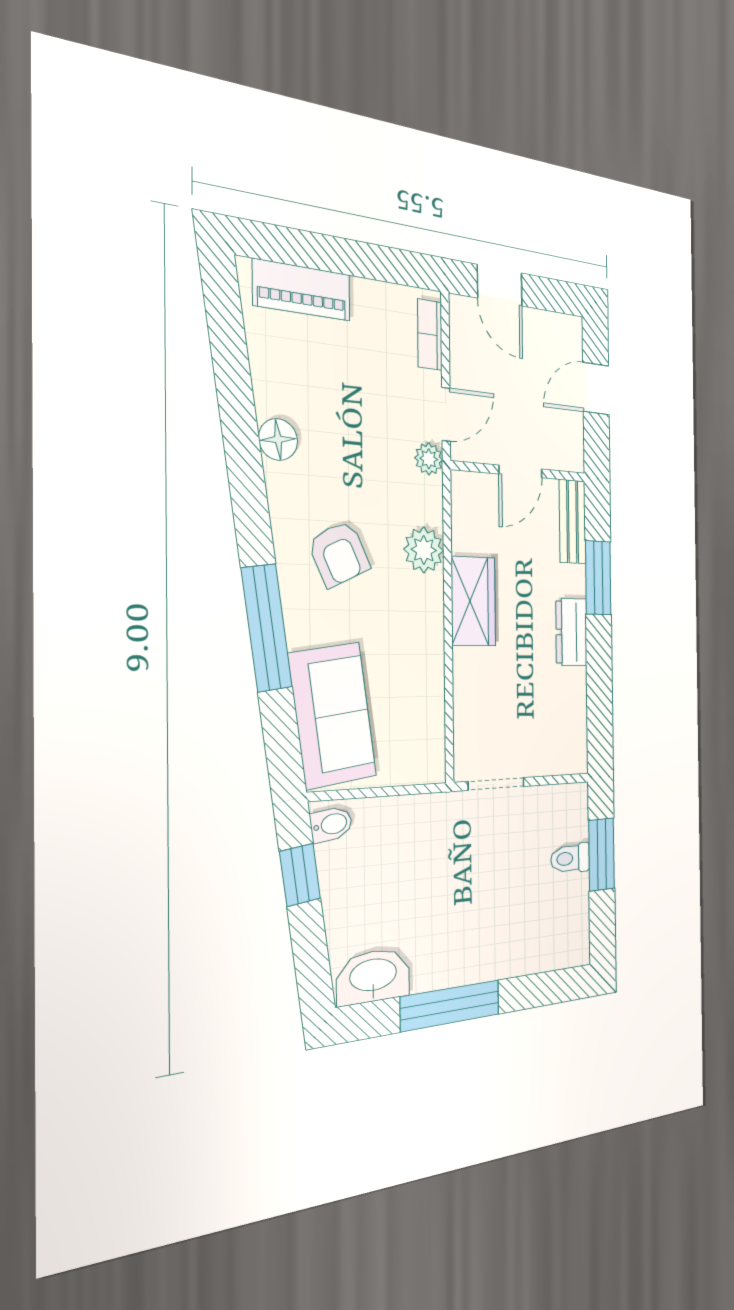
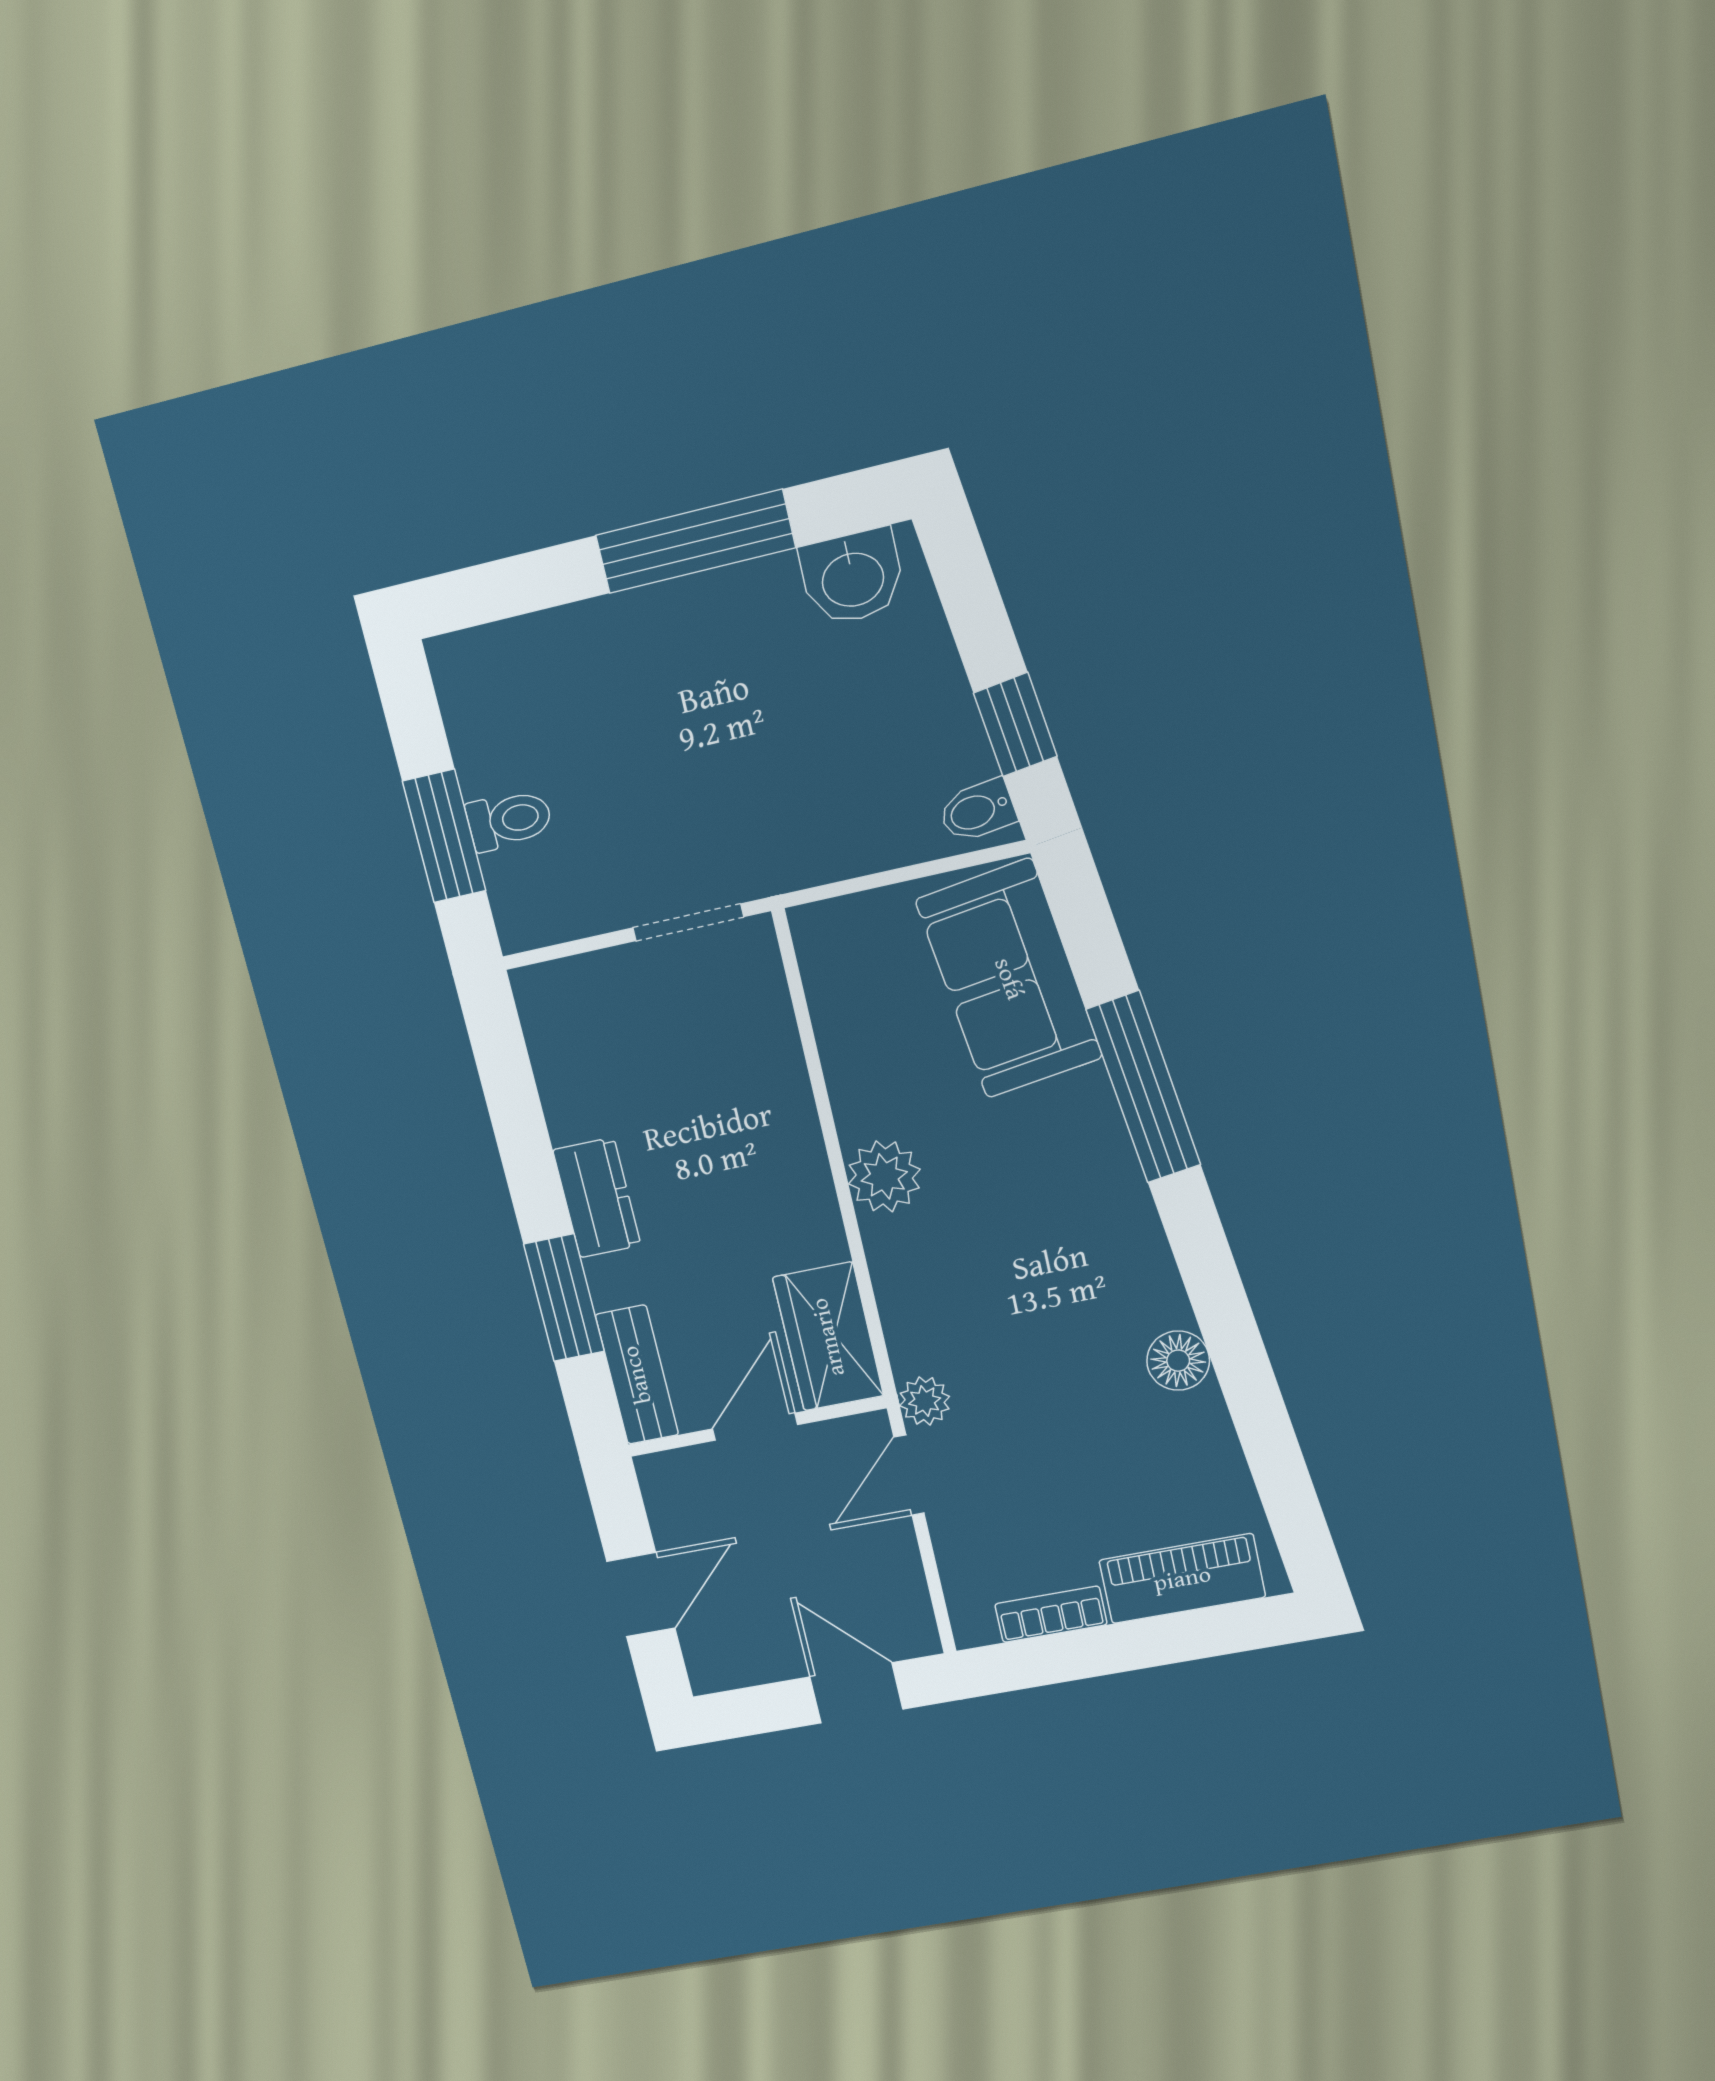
bookcase: (430, 335) -> (1051, 1614), moved, turned -90
plant: (424, 550) -> (884, 1176), moved
armchair: (339, 554) -> (1048, 1222), removed
wardrobe: (473, 601) -> (828, 1337), moved
washbasin: (373, 976) -> (852, 577), width x0.72

